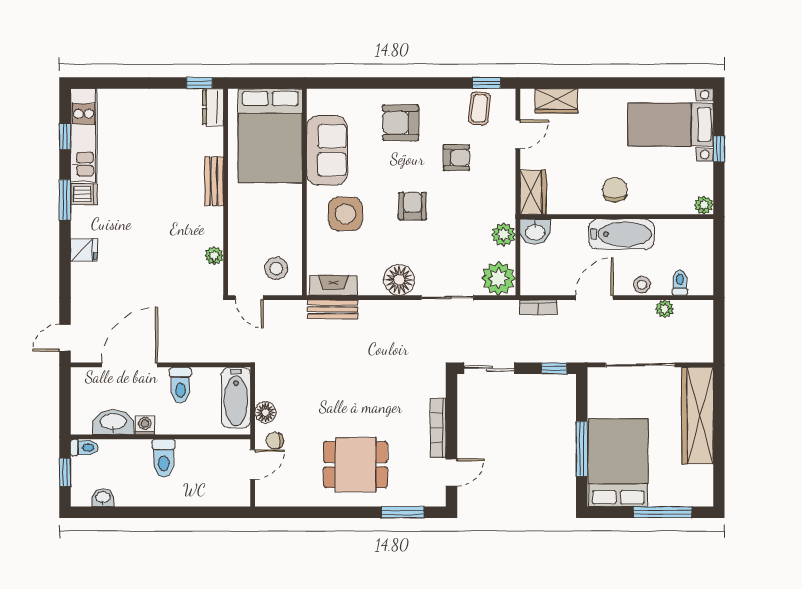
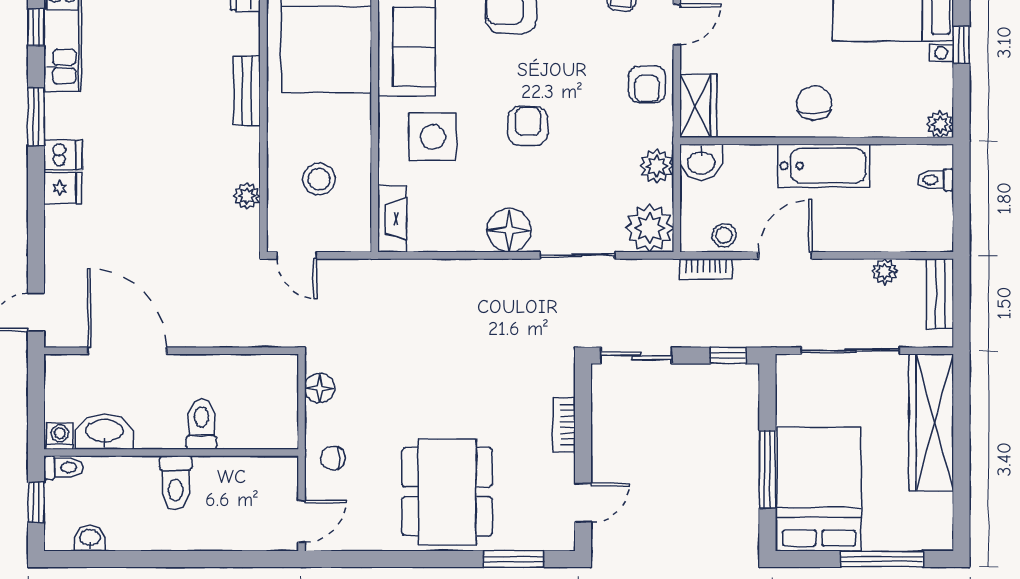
armchair: (456, 158) -> (647, 84), moved, turned 90
dishwasher: (84, 194) -> (63, 155), moved
stool: (276, 268) -> (319, 179), moved
toilet: (680, 283) -> (936, 180), moved, turned -90
fireplace: (333, 285) -> (392, 219), moved, turned 90
stool: (642, 285) -> (724, 235), moved
bench: (333, 309) -> (940, 294), moved, turned 90
door: (129, 365) -> (127, 351), hinge flipped
toilet: (180, 385) -> (201, 424), moved, turned 180
bathtub: (236, 398) -> (278, 397), removed
floor lamp: (265, 412) -> (320, 388), moved
washing machine: (145, 425) -> (60, 436), moved
bookcase: (438, 428) -> (564, 425), width x0.64
door: (253, 465) -> (302, 521), moved
dining table: (356, 465) -> (447, 492), width x1.38

